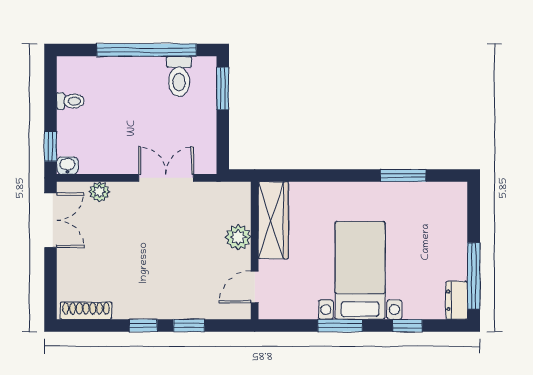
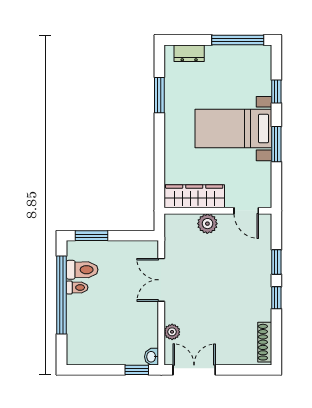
toilet: (70, 101) -> (77, 287), moved, turned 90
dresser: (457, 300) -> (189, 53), moved

